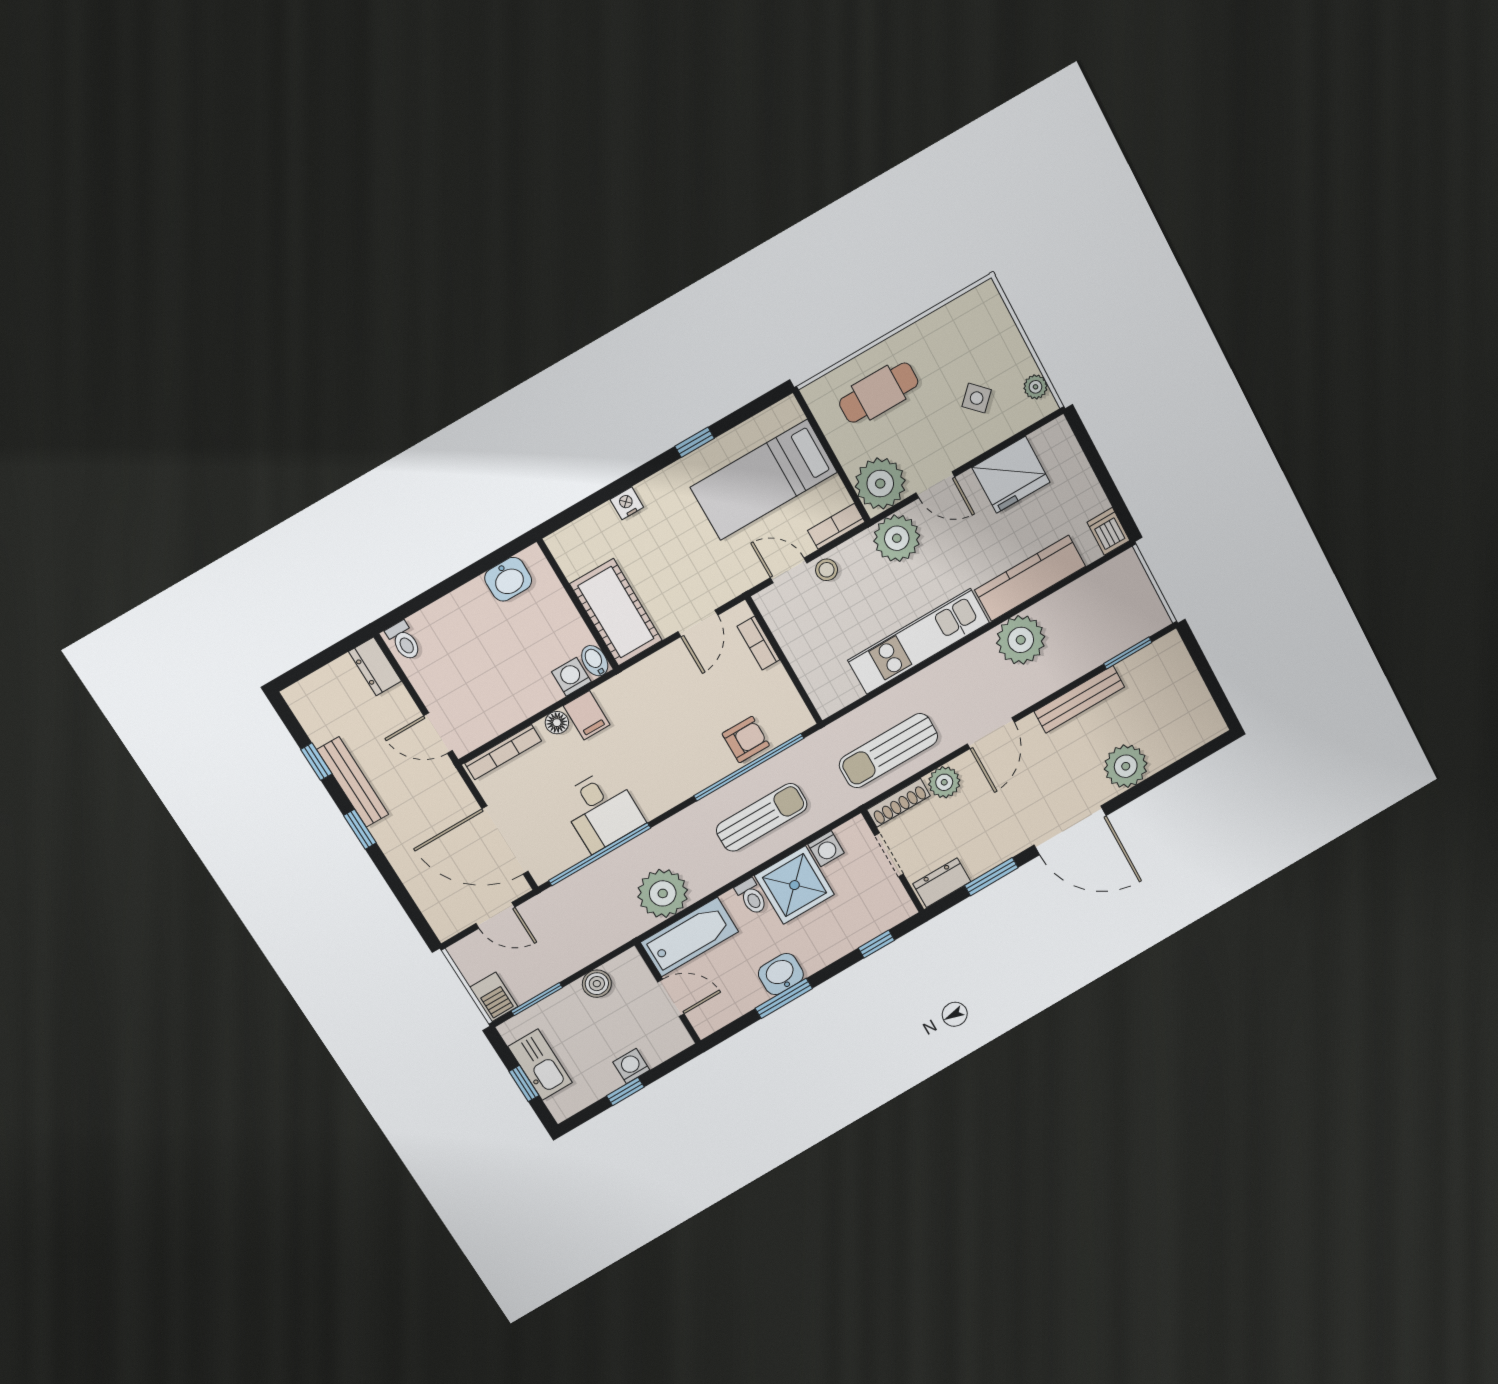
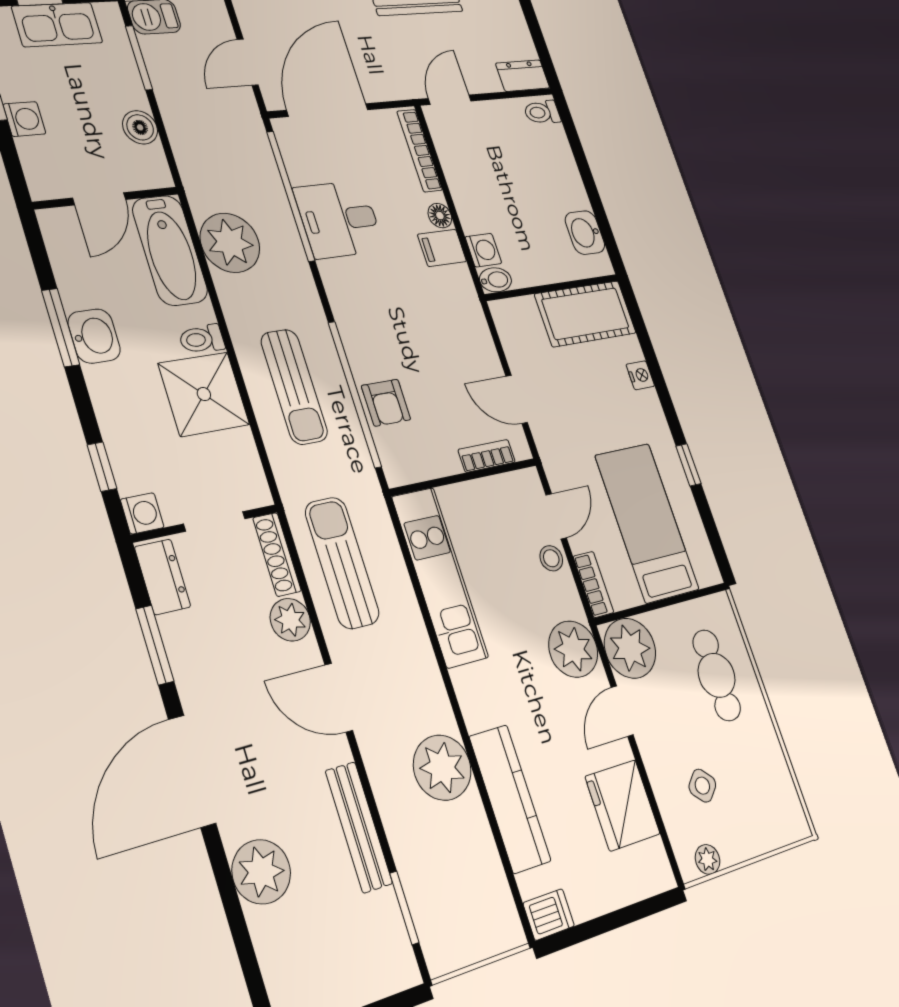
cot: (616, 612) -> (586, 314), moved
kitchen unit: (919, 641) -> (440, 577), moved
washing machine: (826, 849) -> (142, 513), moved, turned 180

